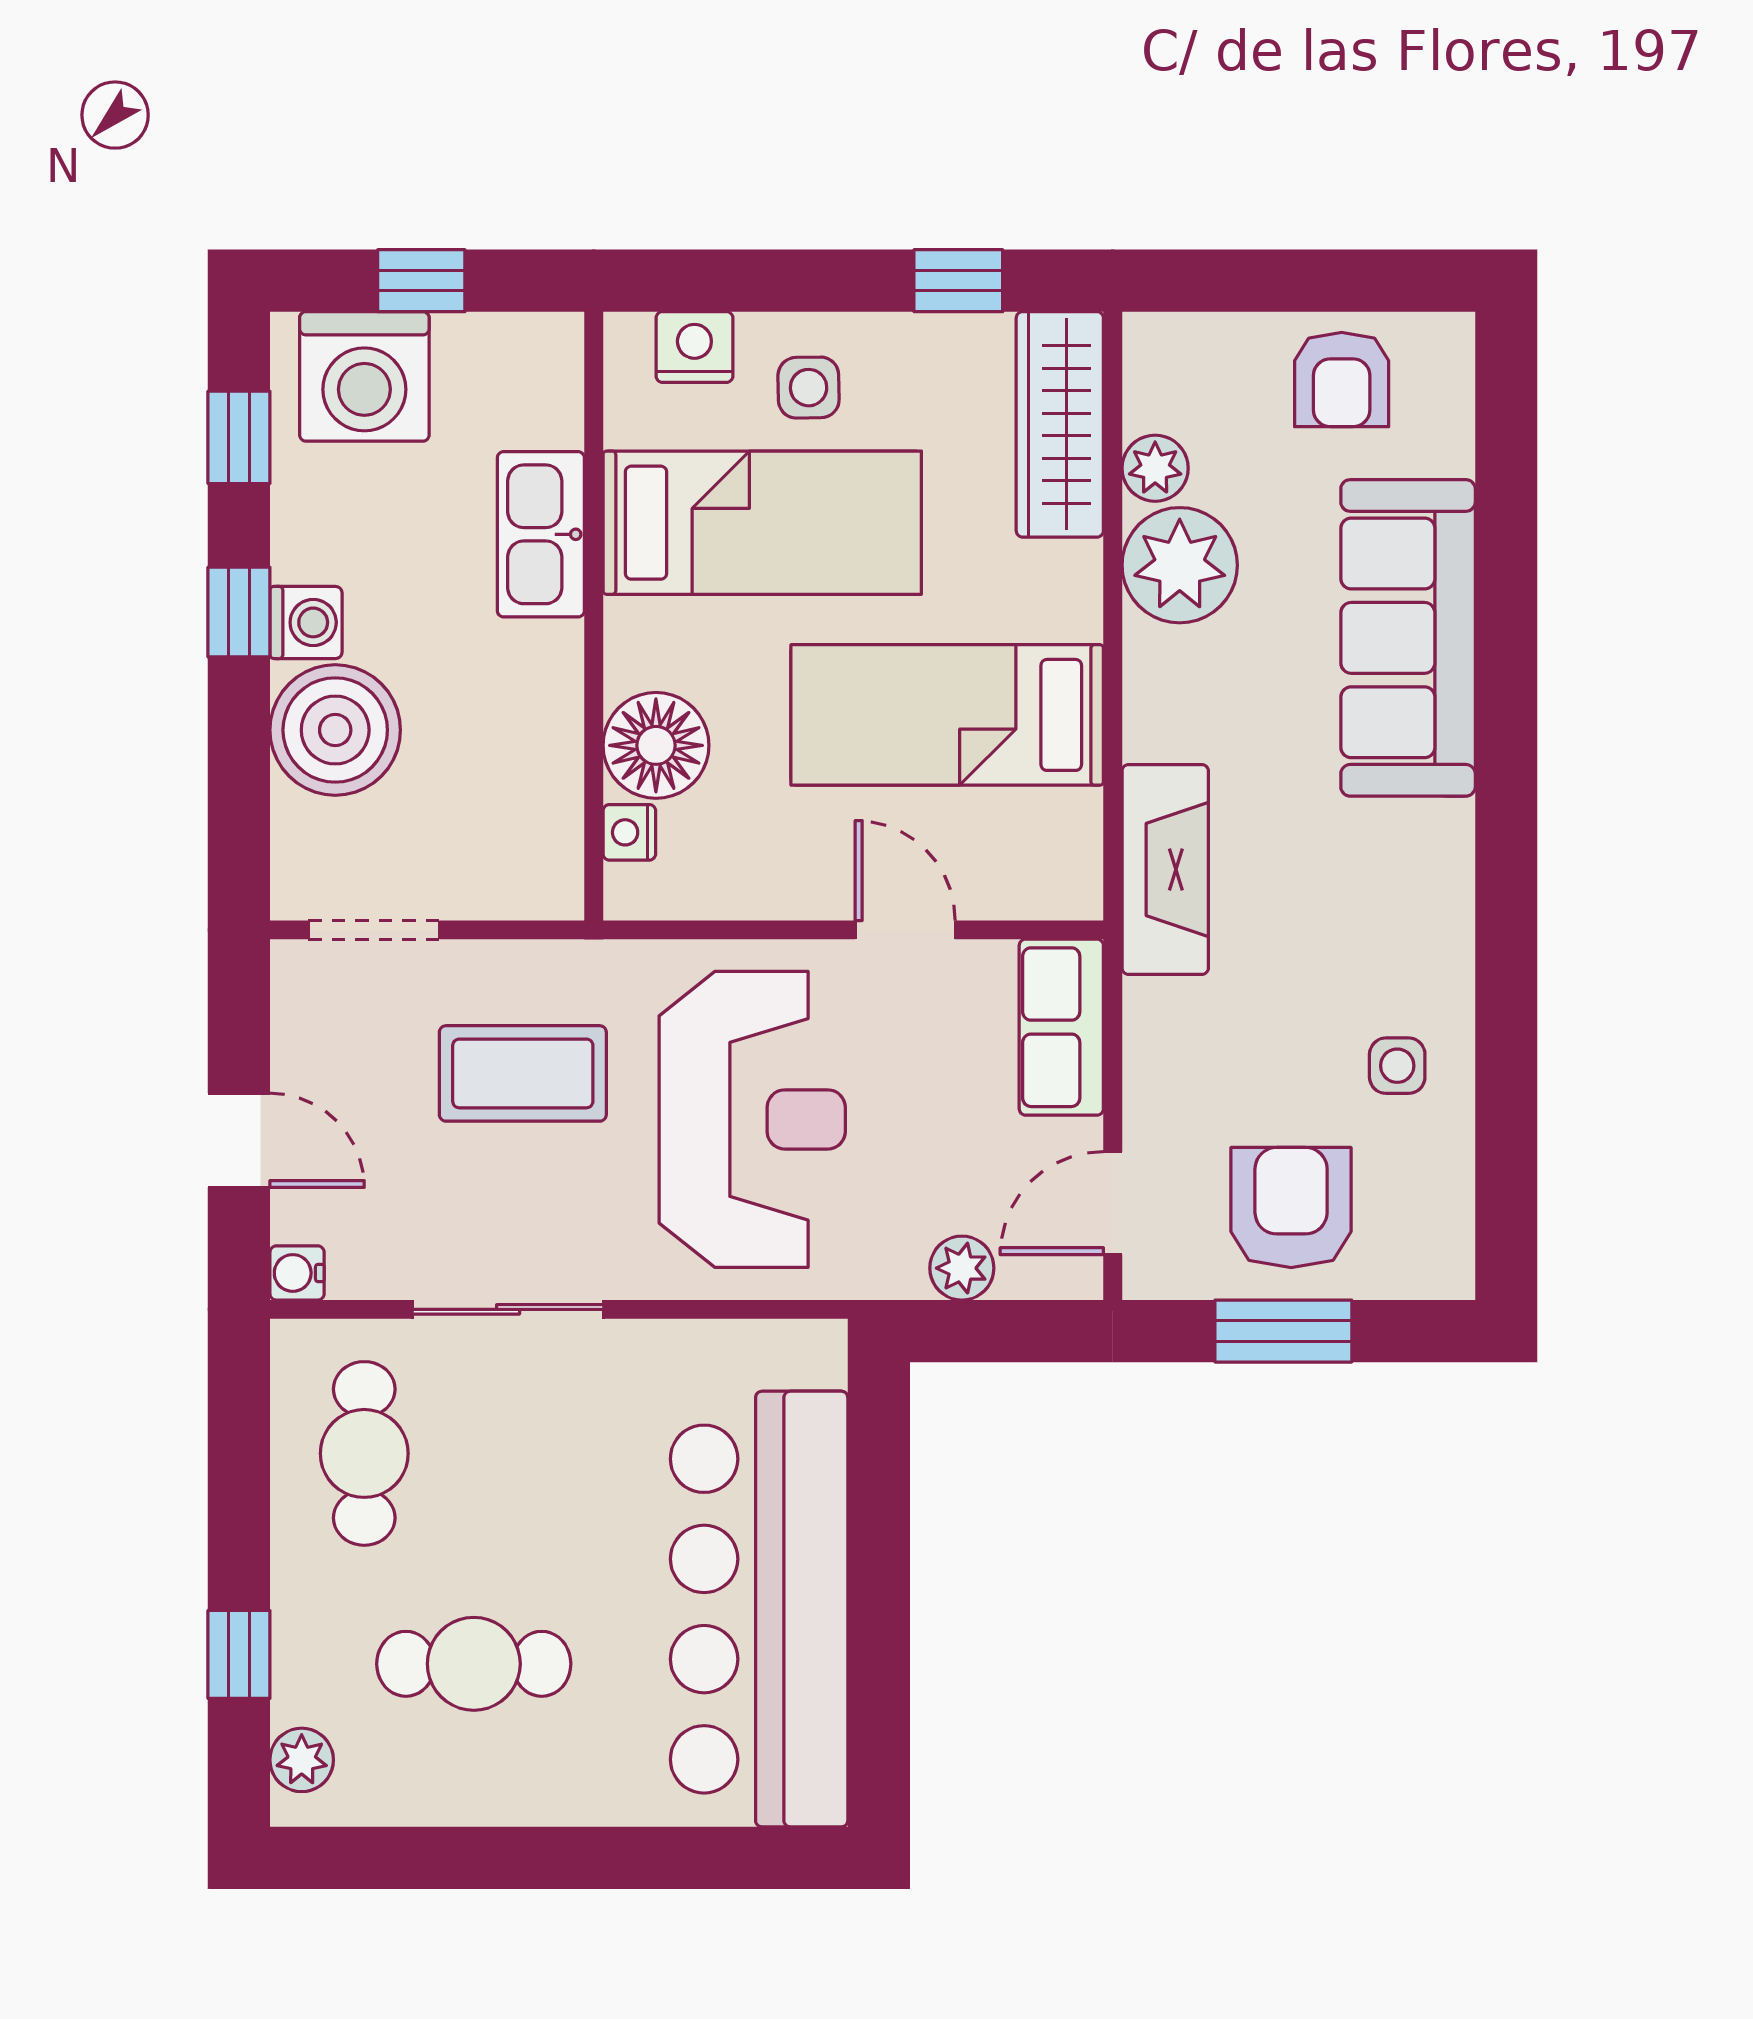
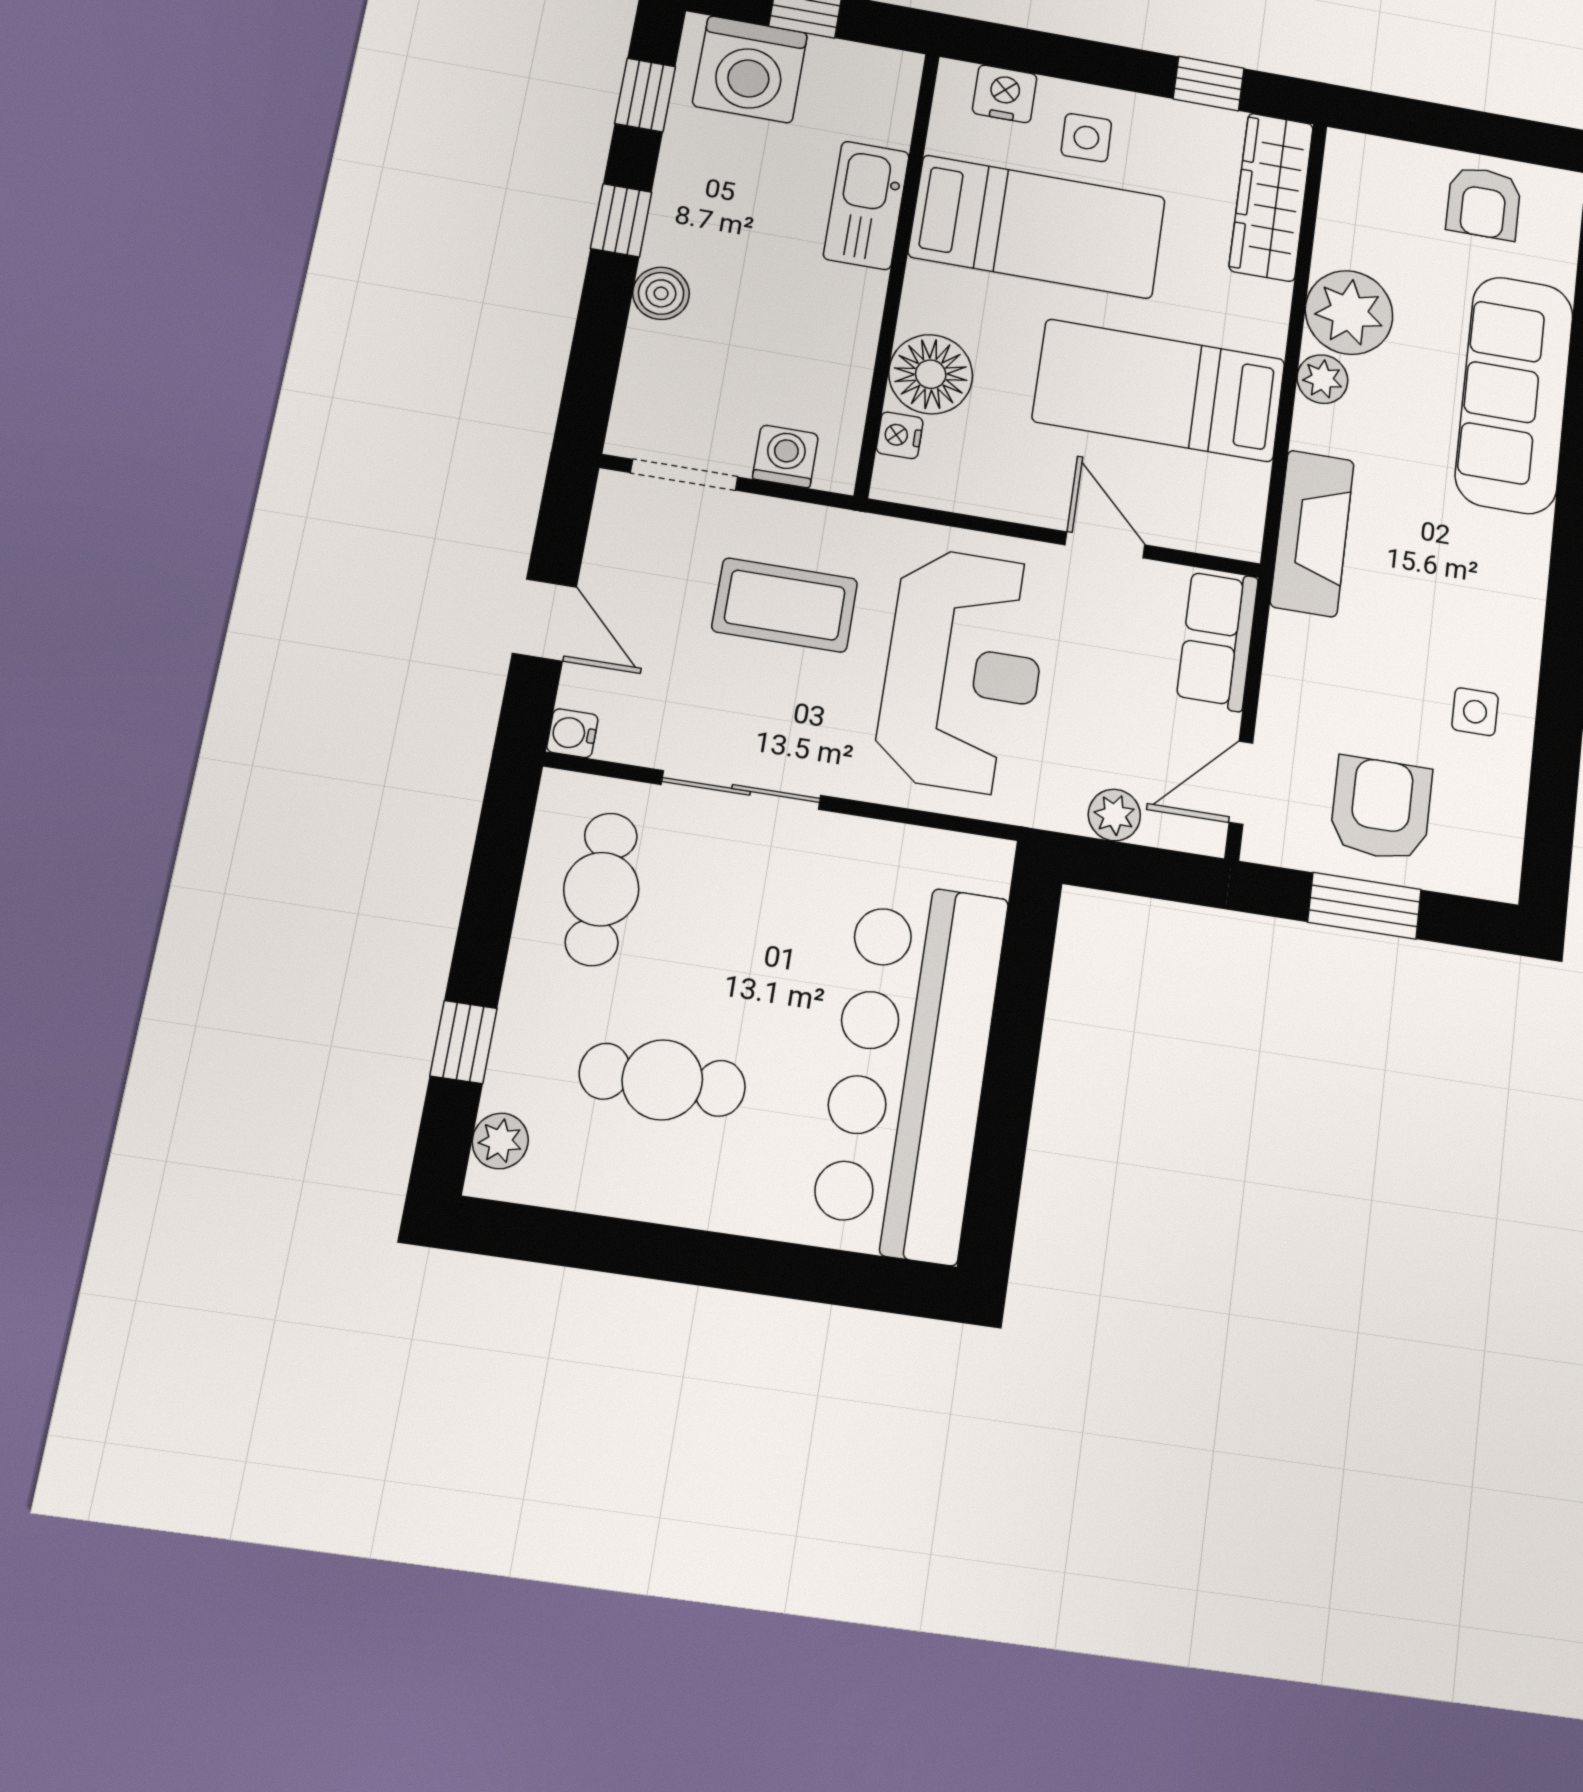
plant: (1155, 468) -> (1322, 379), moved
washing machine: (306, 622) -> (785, 456), moved, turned -90
boiler: (335, 730) -> (661, 293), width x0.54, depth x0.54

